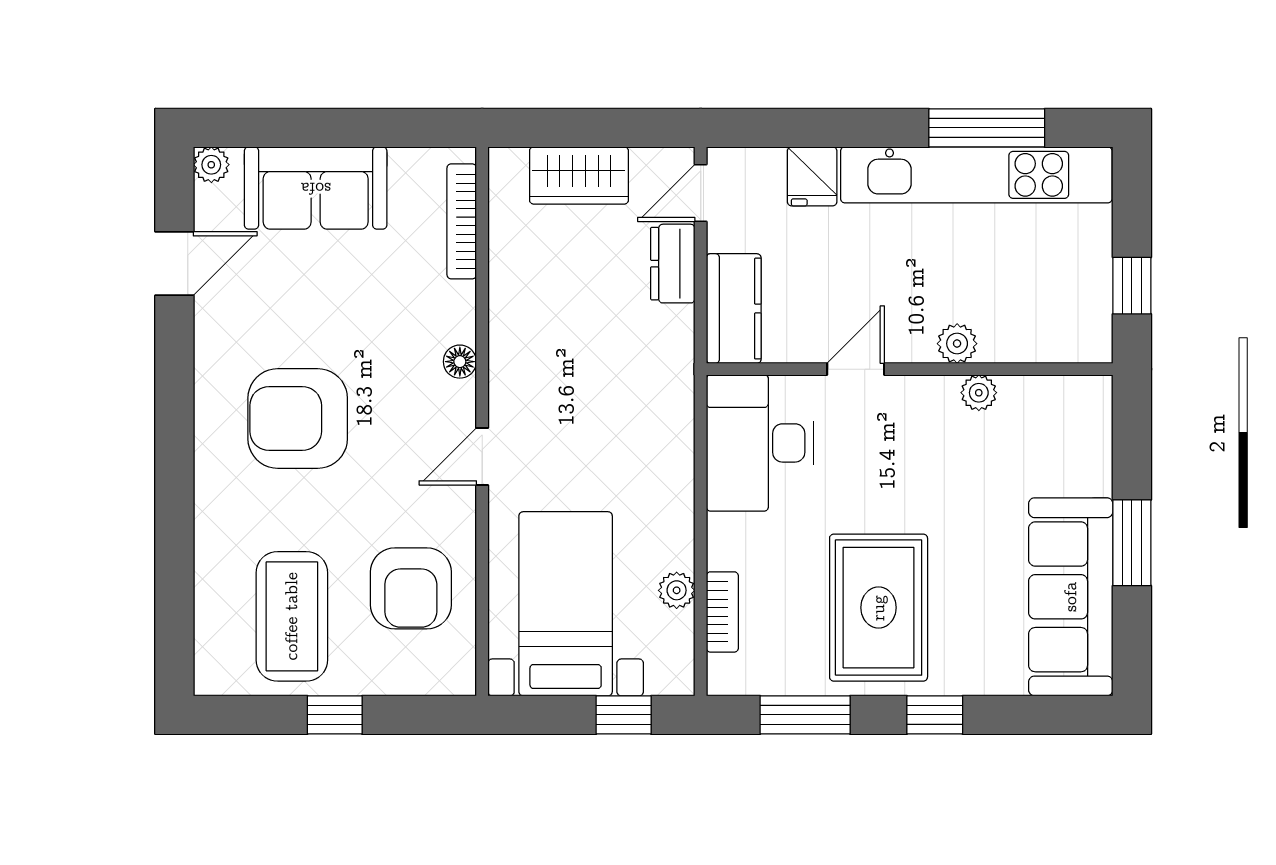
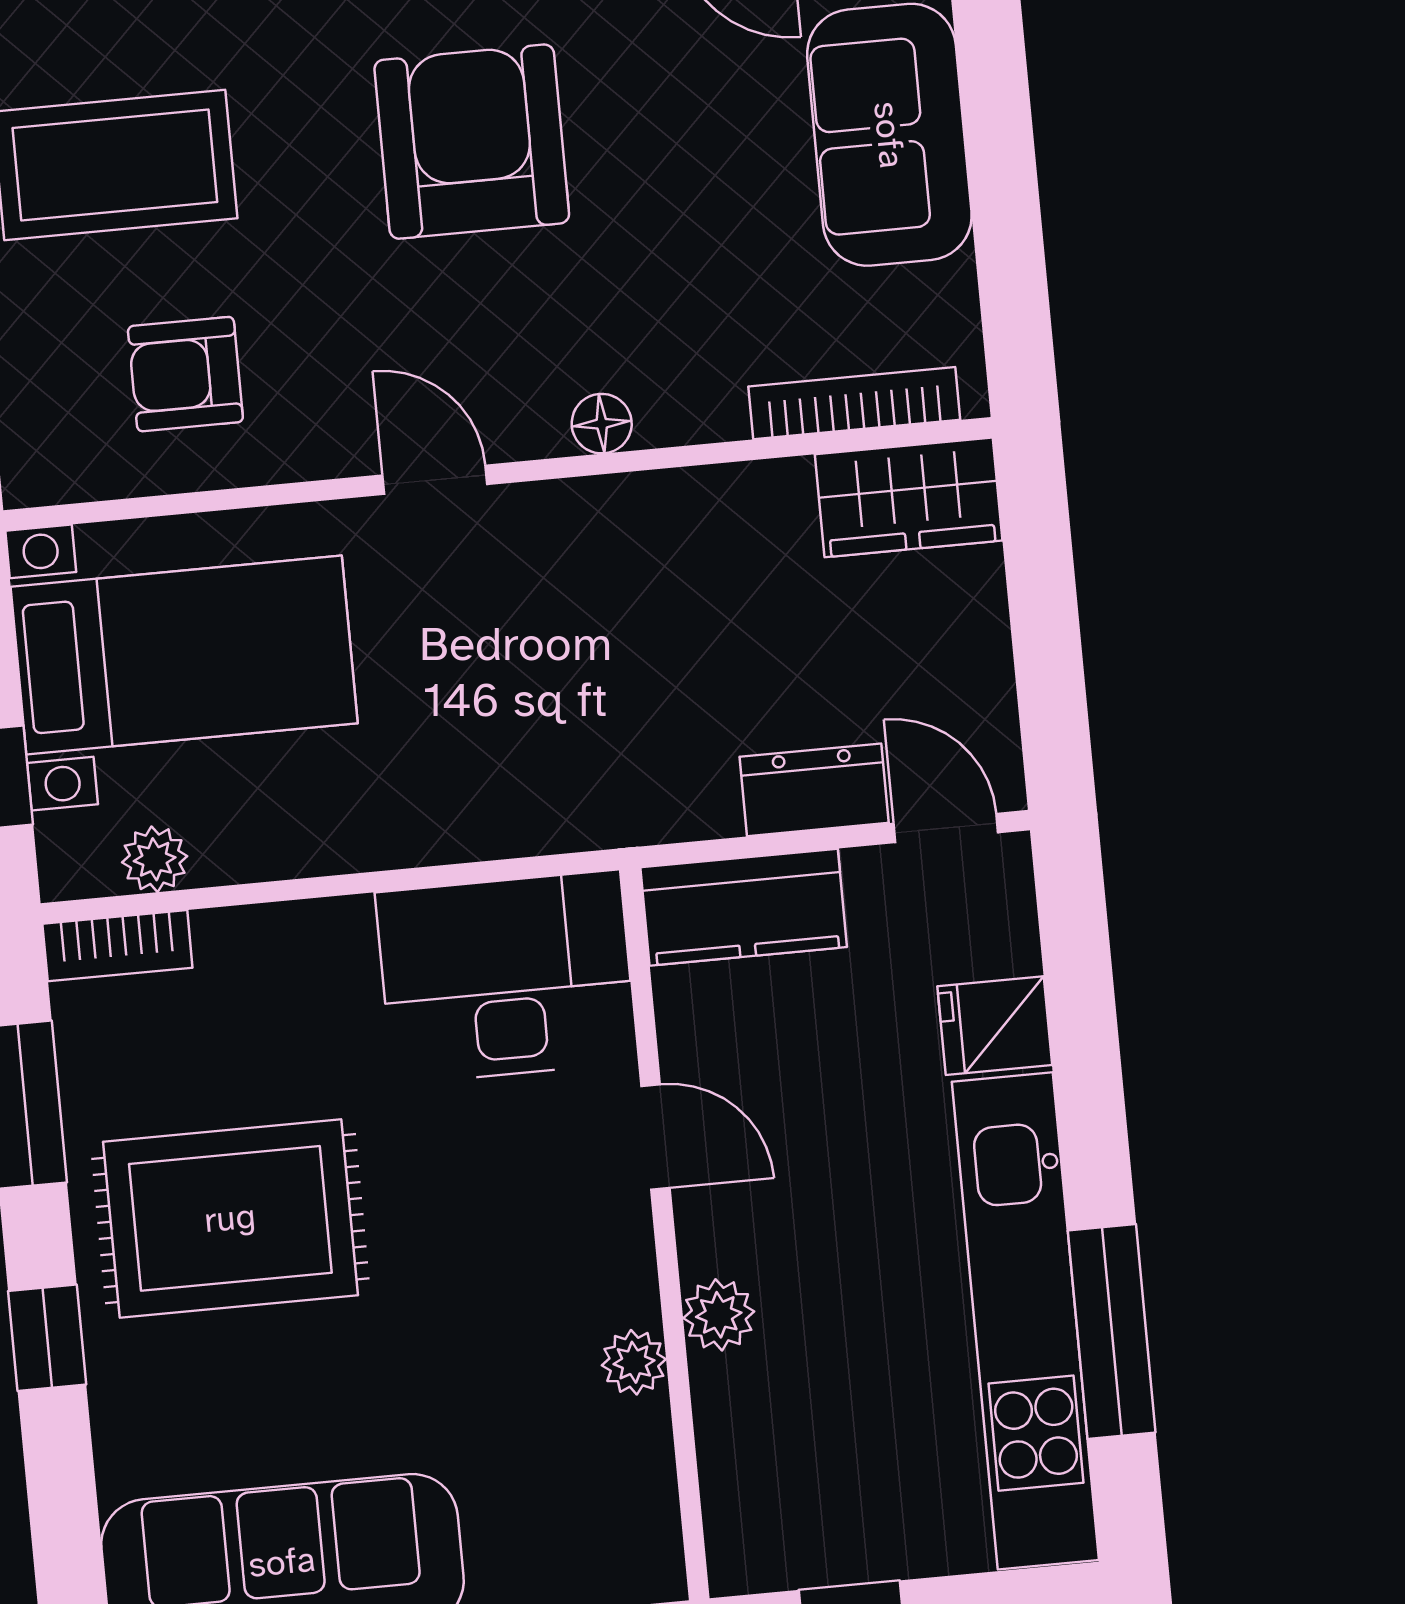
wardrobe: (579, 175) -> (909, 497), moved, turned -90
armchair: (411, 588) -> (185, 374), width x0.72, depth x0.72
plant: (677, 590) -> (155, 859), moved
bookcase: (722, 612) -> (117, 946), moved

